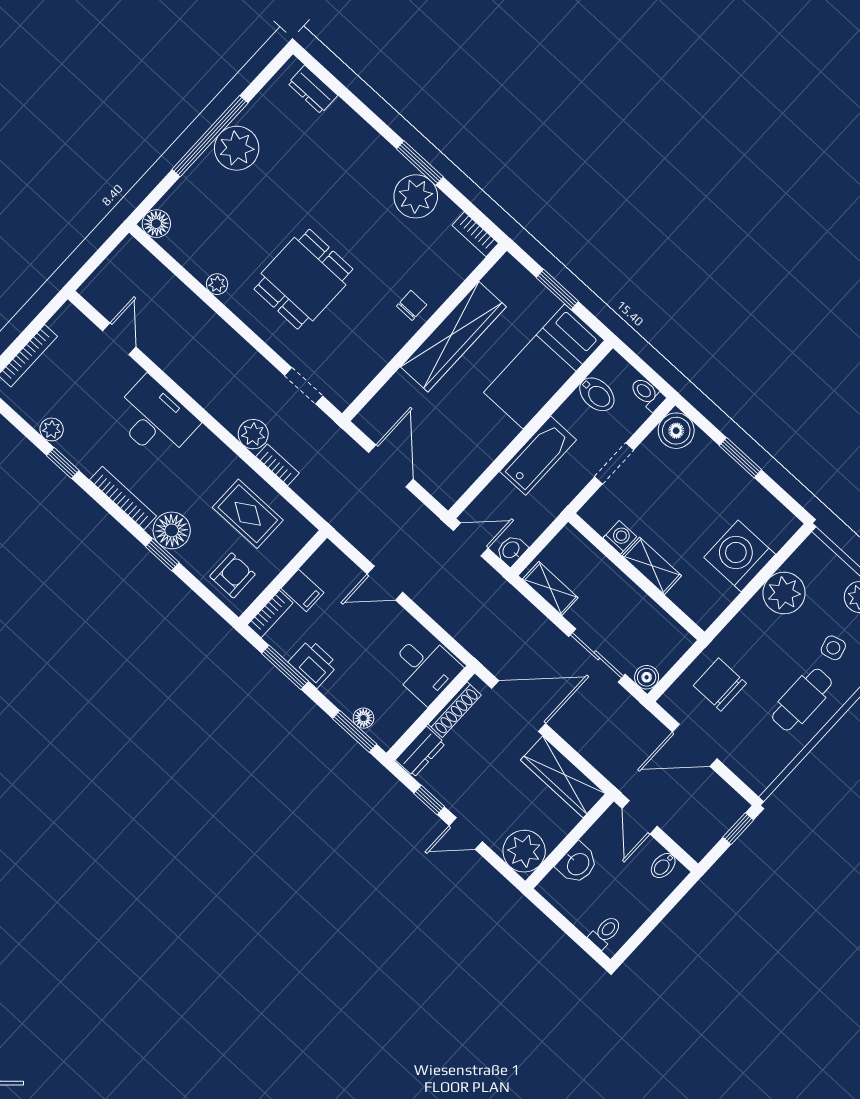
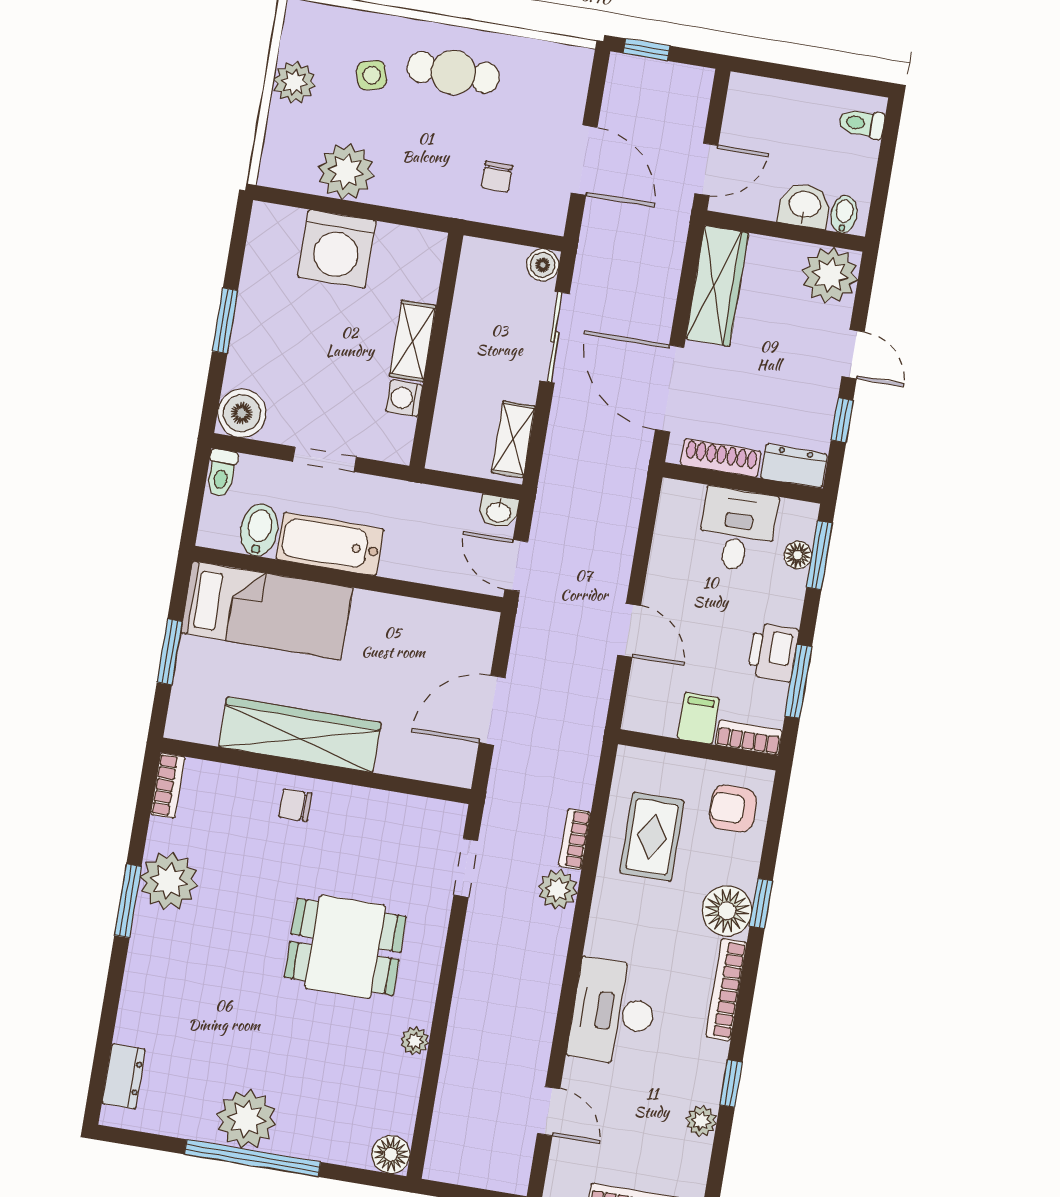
door: (119, 339) -> (549, 1111), swing flipped
bathtub: (538, 456) -> (330, 544), moved
desk: (425, 668) -> (737, 530), moved
chair: (720, 685) -> (497, 177), width x0.54, depth x0.54
bidet: (663, 866) -> (844, 214), moved, turned -90

